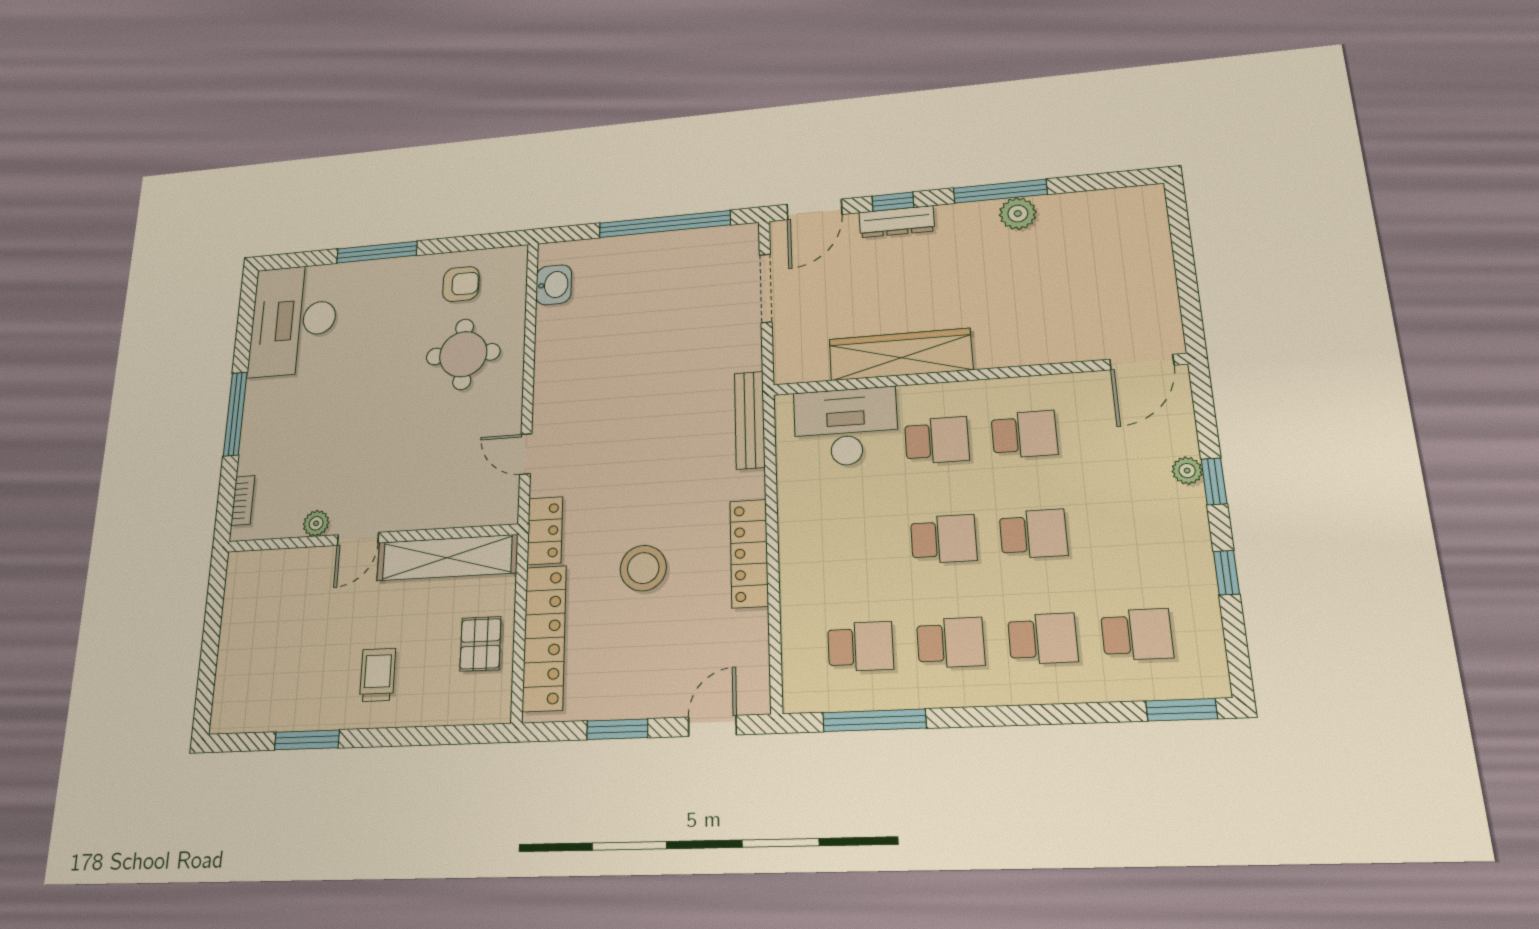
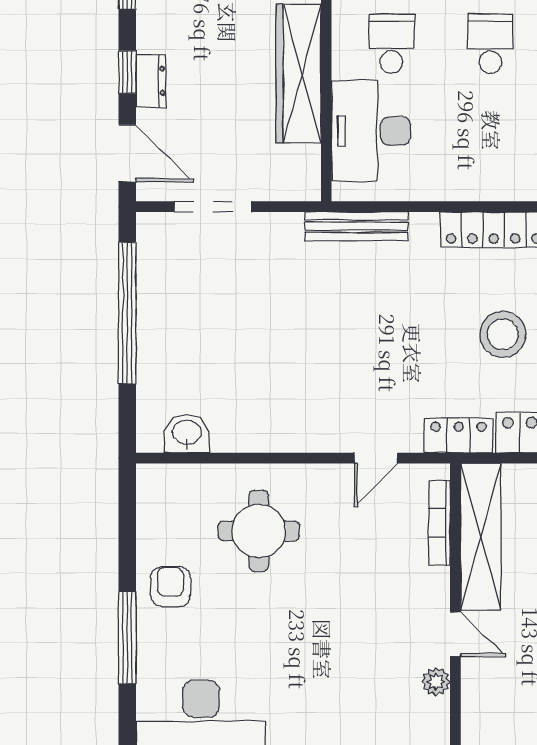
dresser: (897, 222) -> (151, 81), width x0.70
armchair: (461, 284) -> (170, 587), moved
bookcase: (462, 517) -> (439, 523), added

